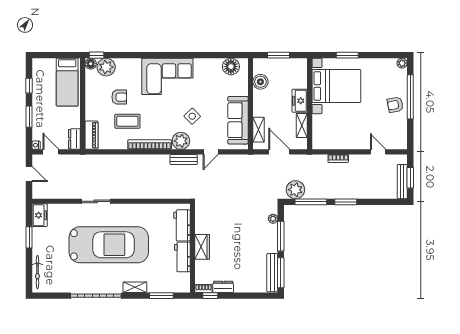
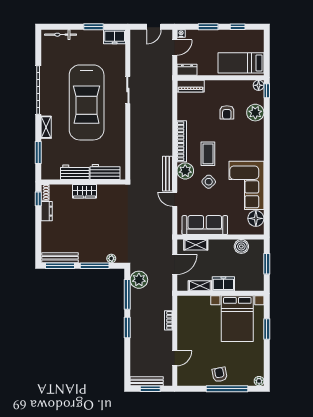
plant: (106, 67) -> (255, 113), moved
corner sofa: (167, 76) -> (246, 185), moved
coffee table: (127, 121) -> (208, 154), moved
bench: (184, 160) -> (167, 174), width x1.36

